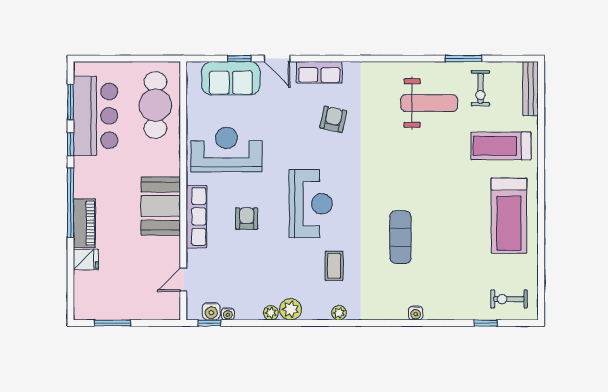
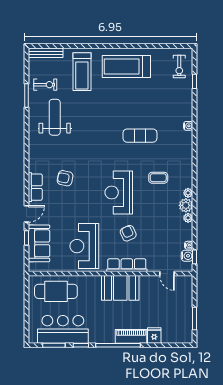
reception desk: (311, 204) -> (119, 192), turned -90
treadmill: (509, 216) -> (126, 67), turned 180
armchair: (247, 219) -> (128, 233), turned 65
plant: (339, 313) -> (188, 193), moved

